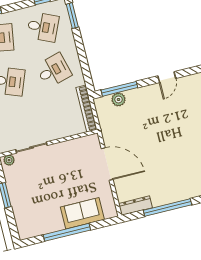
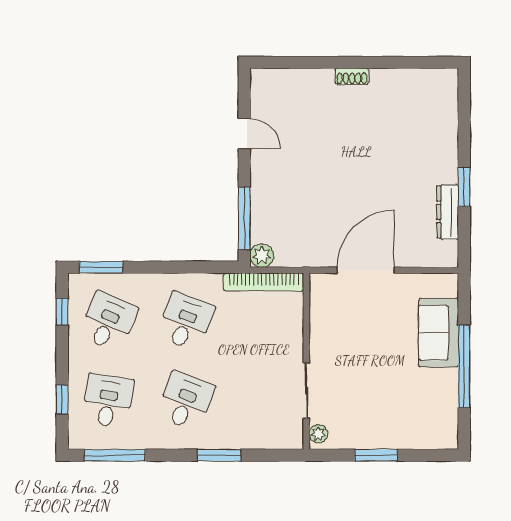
desk: (54, 70) -> (186, 322), turned 36
plant: (119, 99) -> (262, 256), moved
dresser: (135, 206) -> (448, 212), moved
window: (167, 207) -> (464, 187), width x0.47

